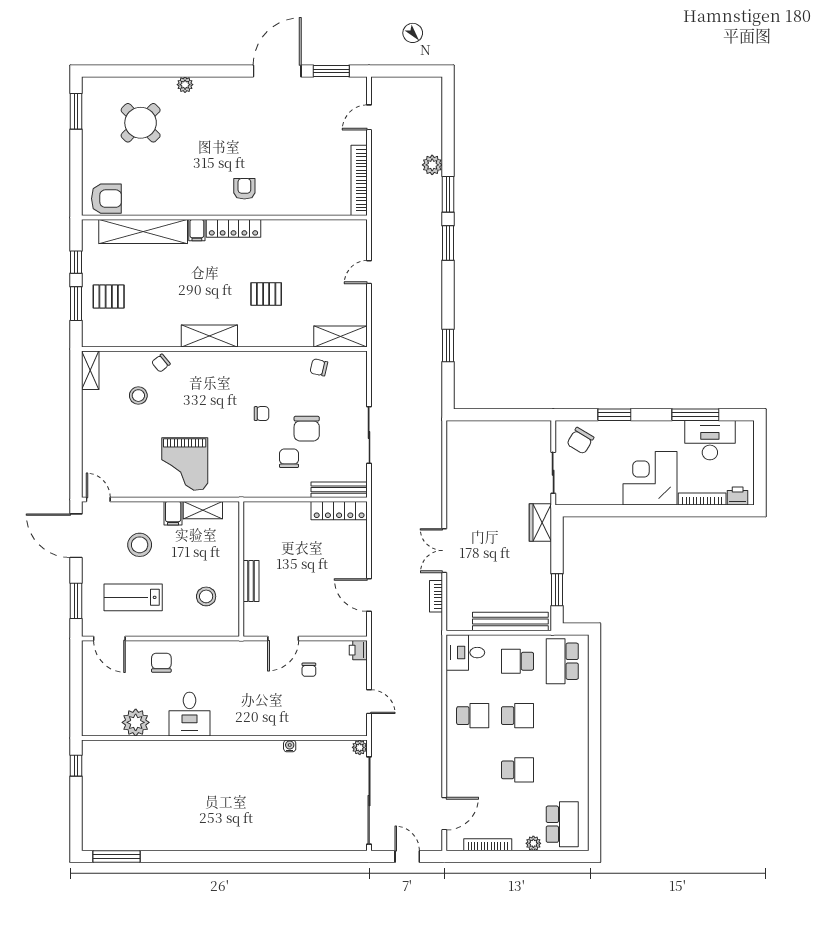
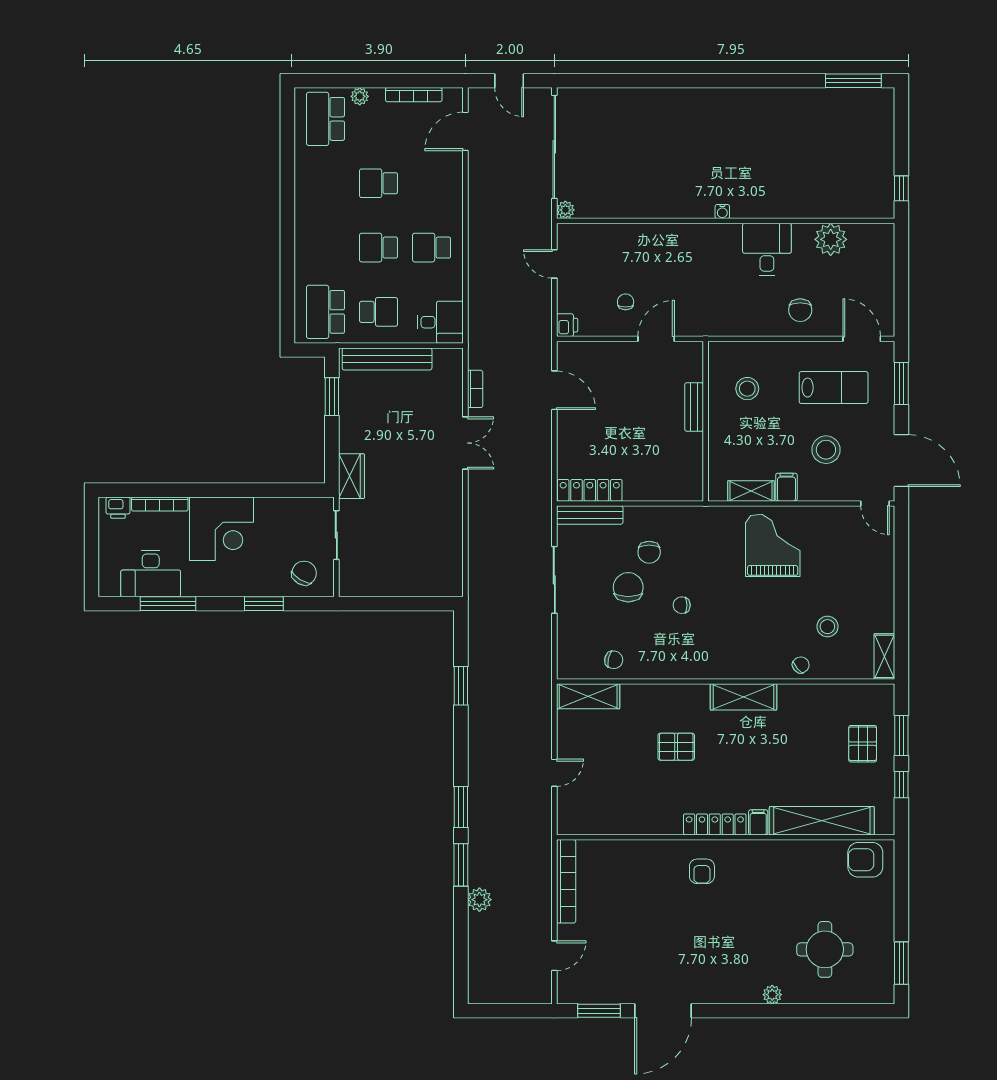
round table: (141, 123) -> (825, 949), turned 45
pallet: (109, 297) -> (863, 744), turned 90
school desk: (562, 661) -> (326, 312), turned 180
water cooler: (290, 746) -> (722, 212), moved

